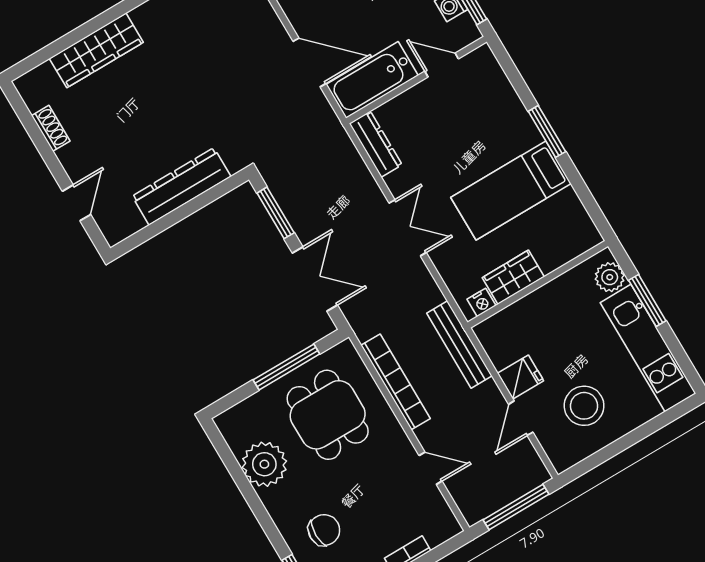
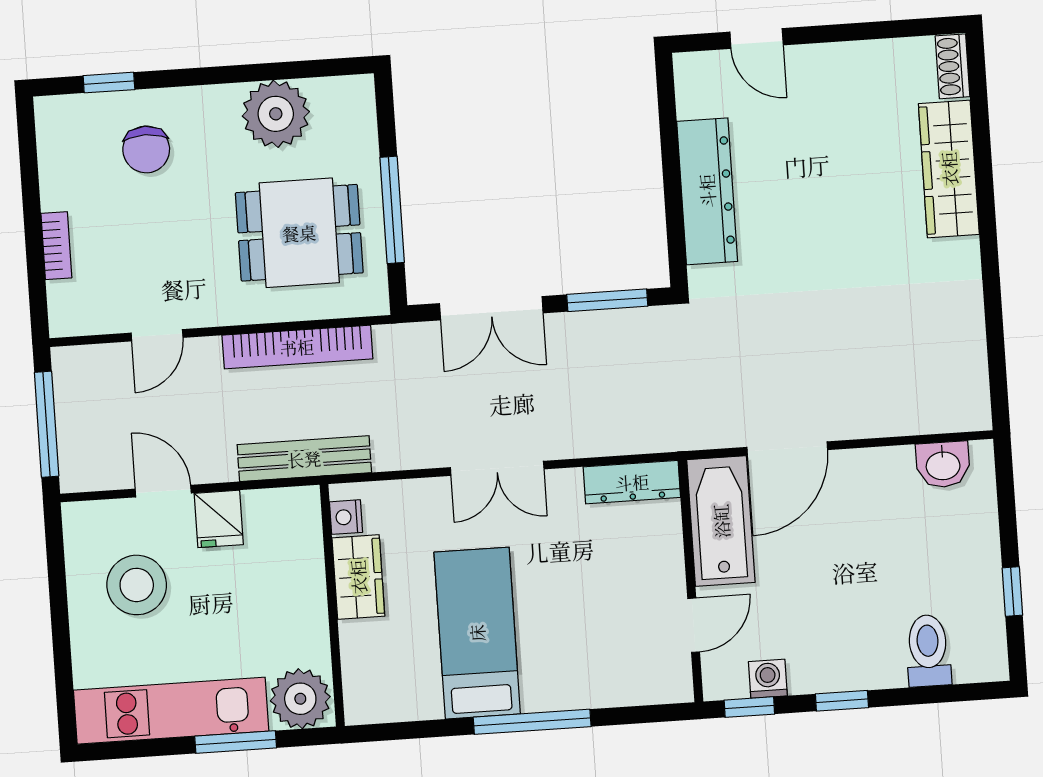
shoe rack: (51, 128) -> (953, 66), moved, turned 90
window: (547, 131) -> (532, 722), width x1.44
plant: (610, 277) -> (300, 699), width x1.36, depth x1.36

